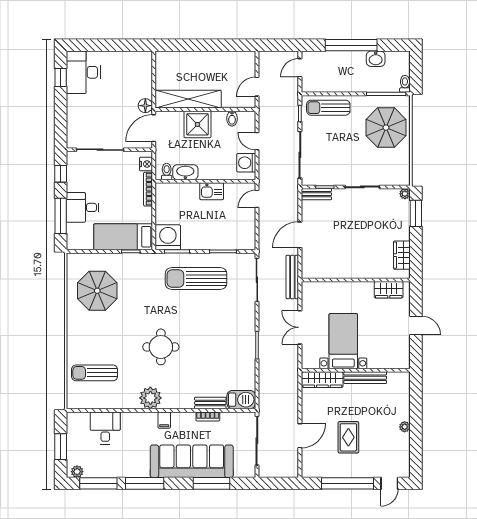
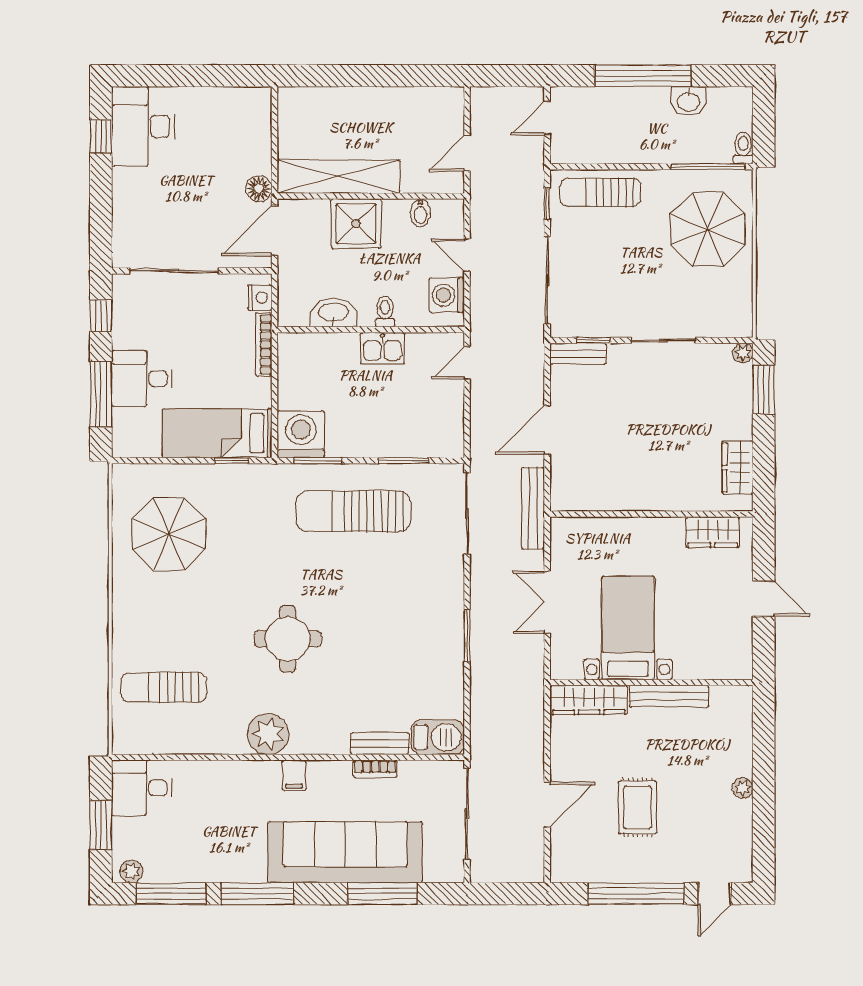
toilet: (167, 172) -> (385, 312), moved
desk: (105, 428) -> (142, 788), moved, turned -90

